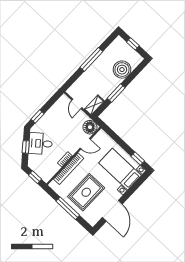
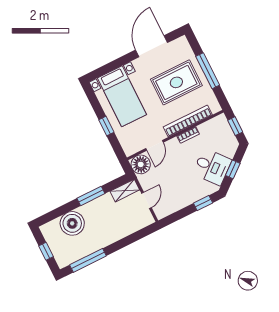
window: (91, 59) -> (88, 260), moved
door: (85, 144) -> (155, 145), swing flipped
window: (138, 159) -> (106, 126), moved

